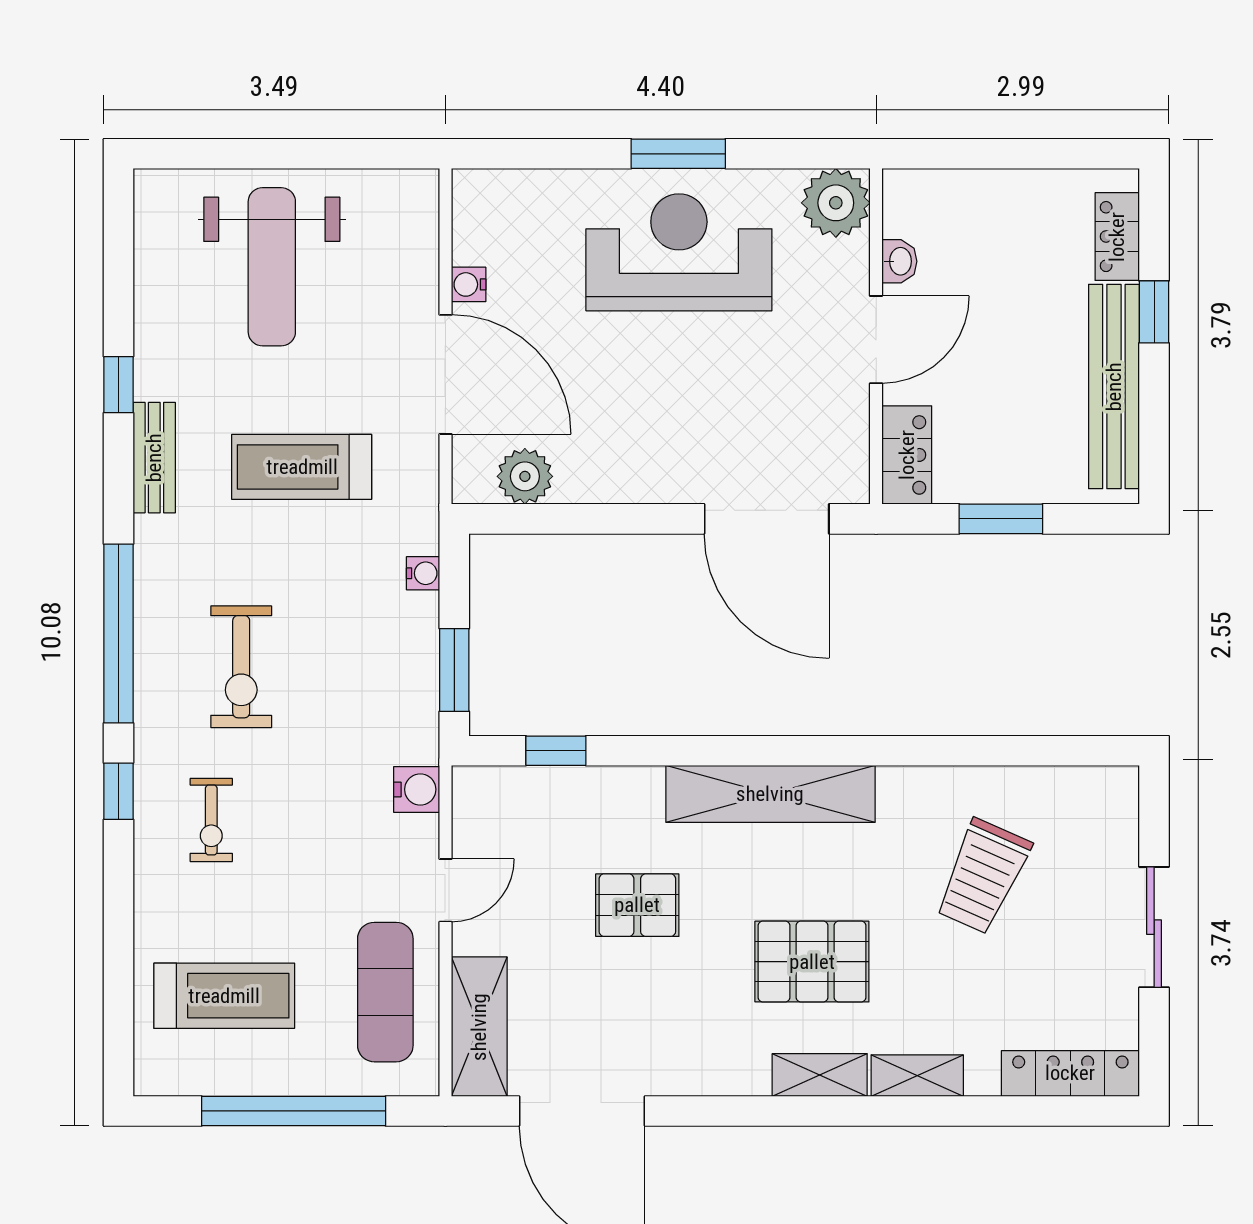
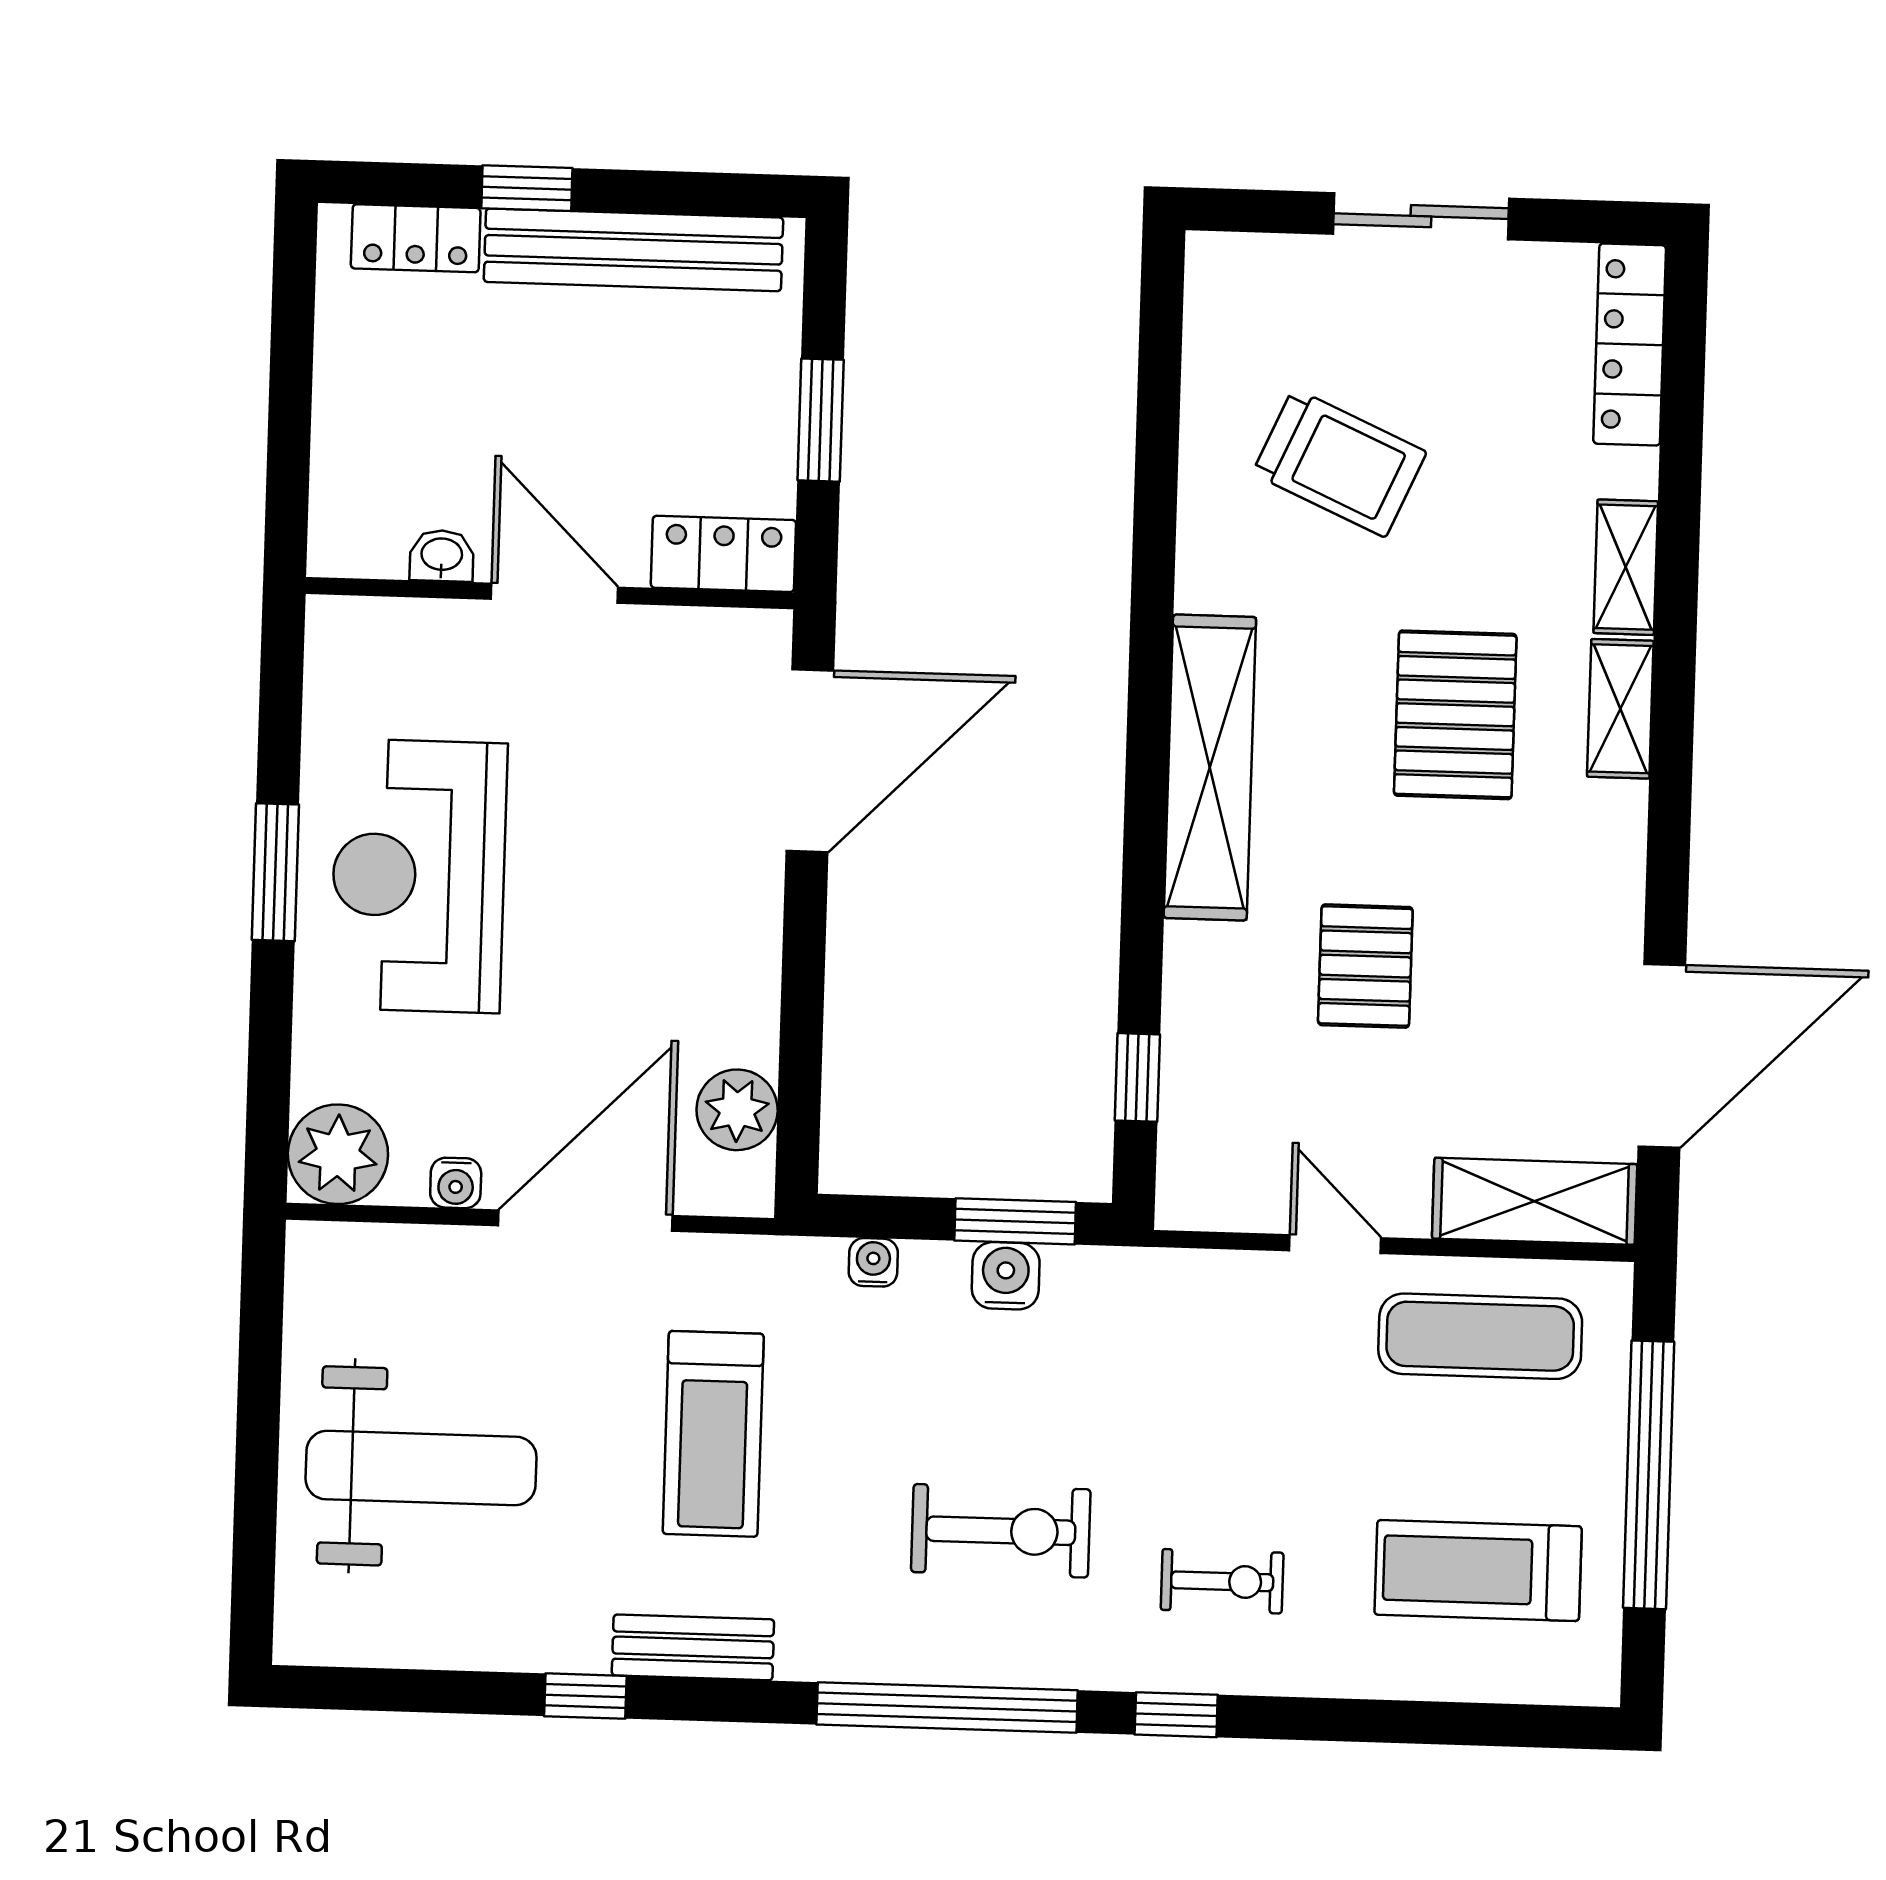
plant: (836, 203) -> (338, 1154), moved
water cooler: (417, 789) -> (1006, 1276), moved
treadmill: (224, 996) -> (1478, 1570), turned -90

